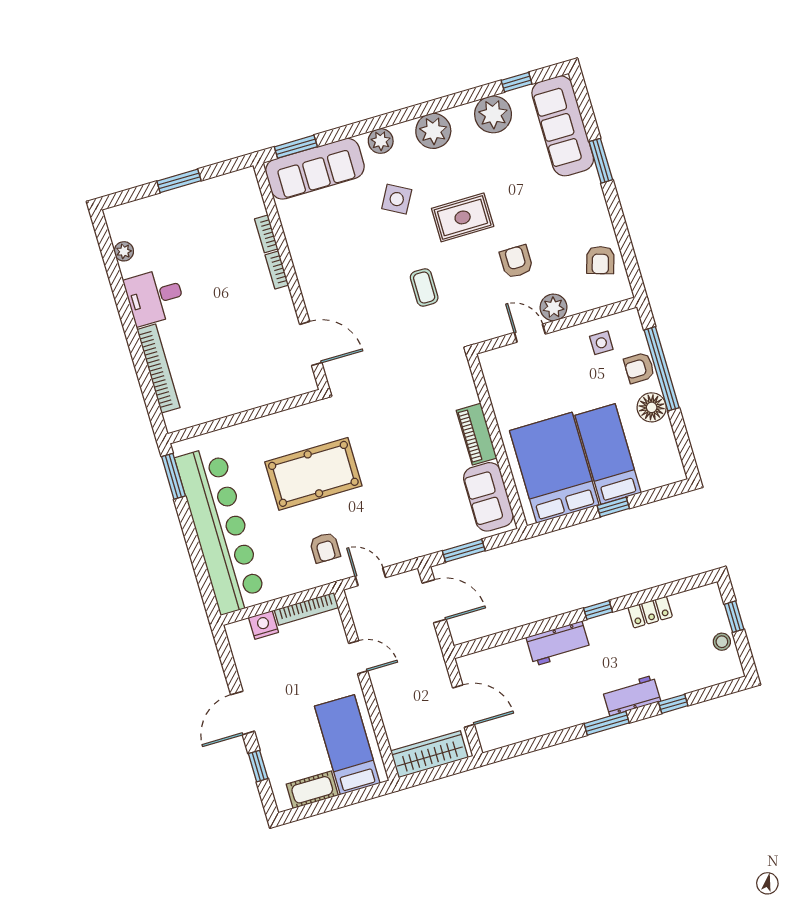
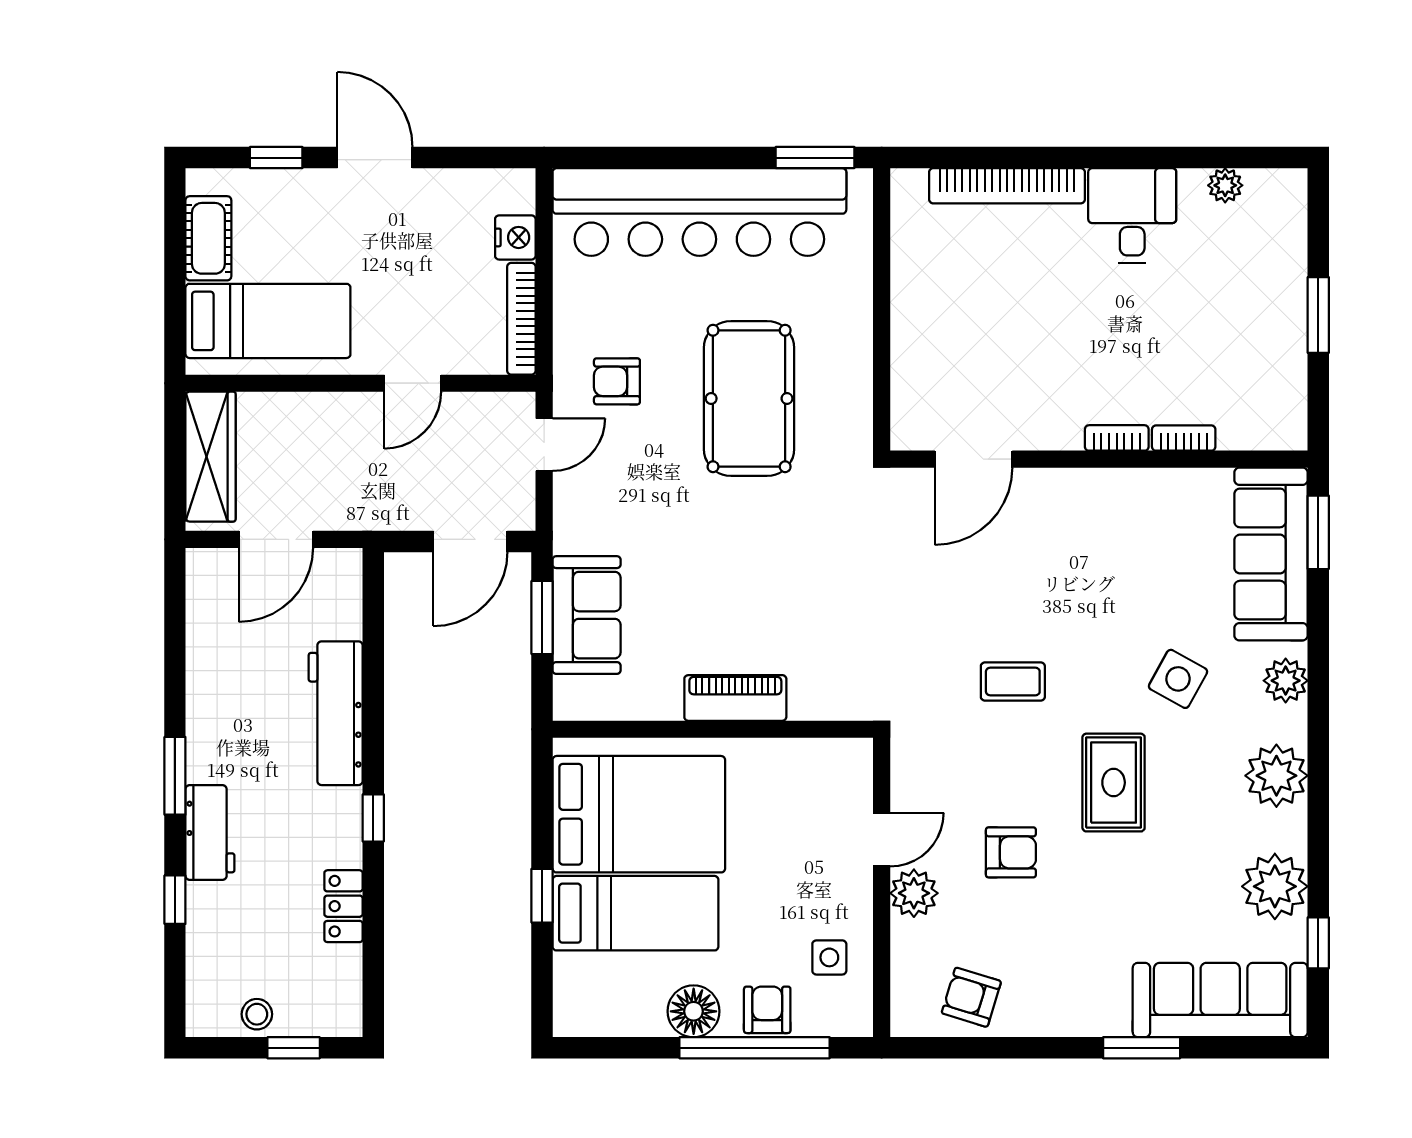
sofa: (488, 497) -> (587, 615), moved, turned 90
workbench: (558, 644) -> (336, 713), width x1.38

